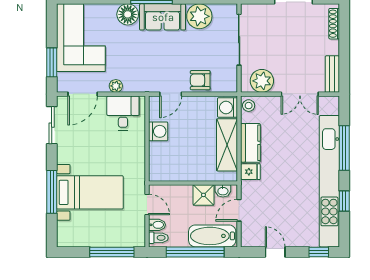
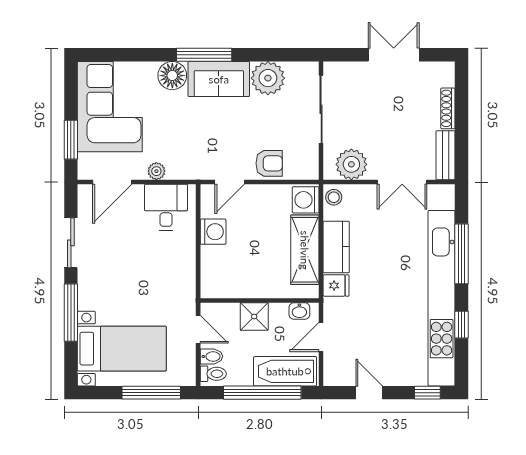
shoe rack: (334, 24) -> (448, 108), moved
armchair: (200, 80) -> (269, 163), turned 180
sliding door: (52, 125) -> (71, 243), moved
bed with nightstands: (90, 192) -> (122, 349), moved
shower: (203, 195) -> (254, 317), moved

